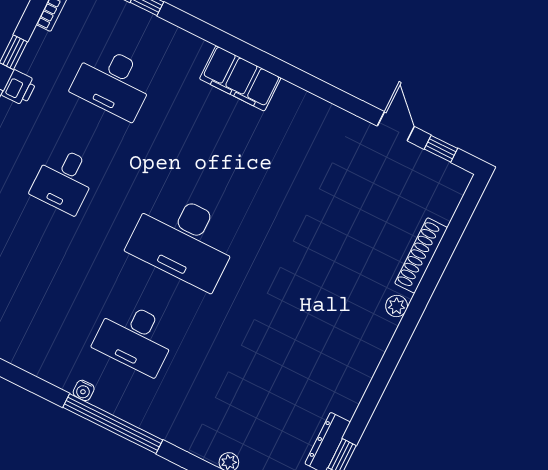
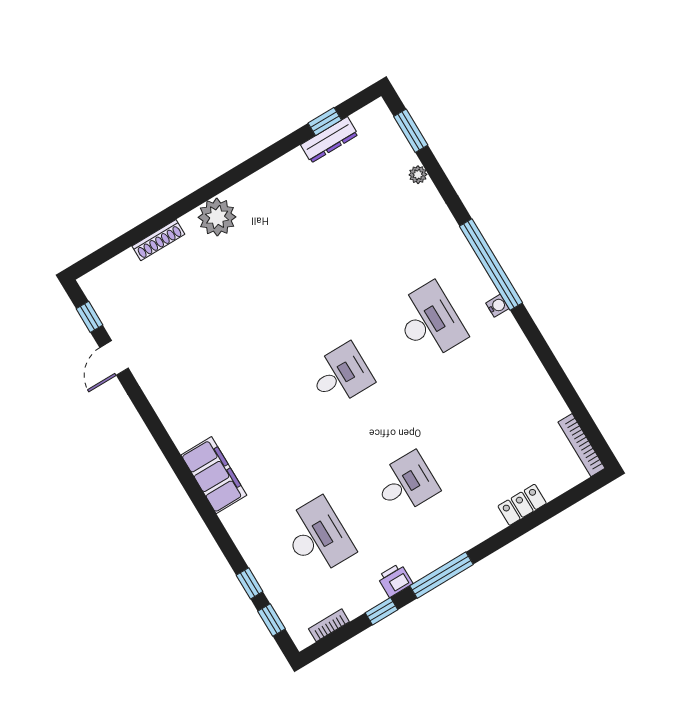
desk: (184, 240) -> (341, 375), width x0.53, depth x0.77
shoe rack: (421, 255) -> (158, 240), width x0.74, depth x0.81
plant: (397, 306) -> (217, 217), width x1.88, depth x1.88

